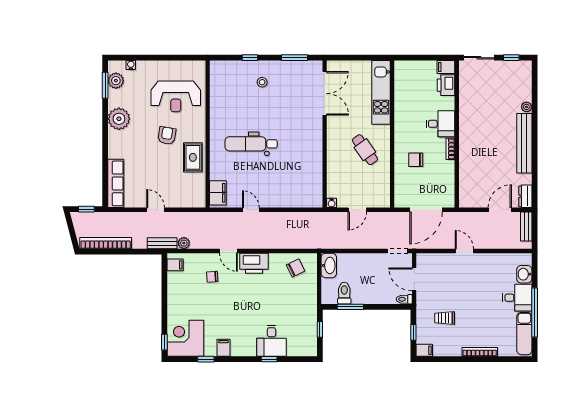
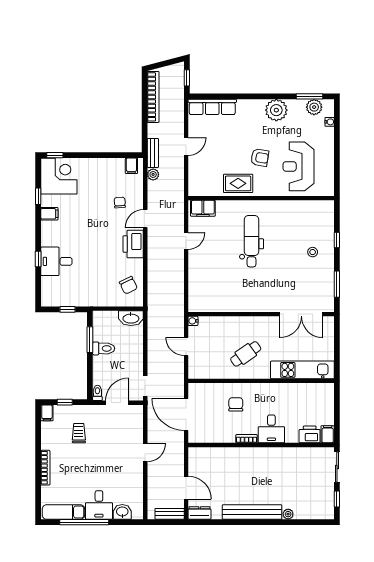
toilet: (344, 293) -> (104, 348), moved

